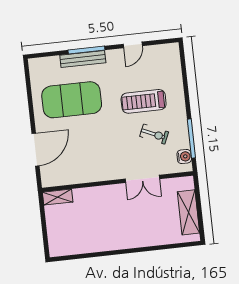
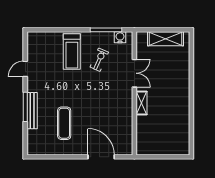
door: (133, 45) -> (25, 69), swing flipped
exercise mat: (72, 100) -> (64, 123), width x0.50, depth x0.69
treadmill: (144, 101) -> (72, 52), moved
shelving: (58, 197) -> (142, 103), moved

